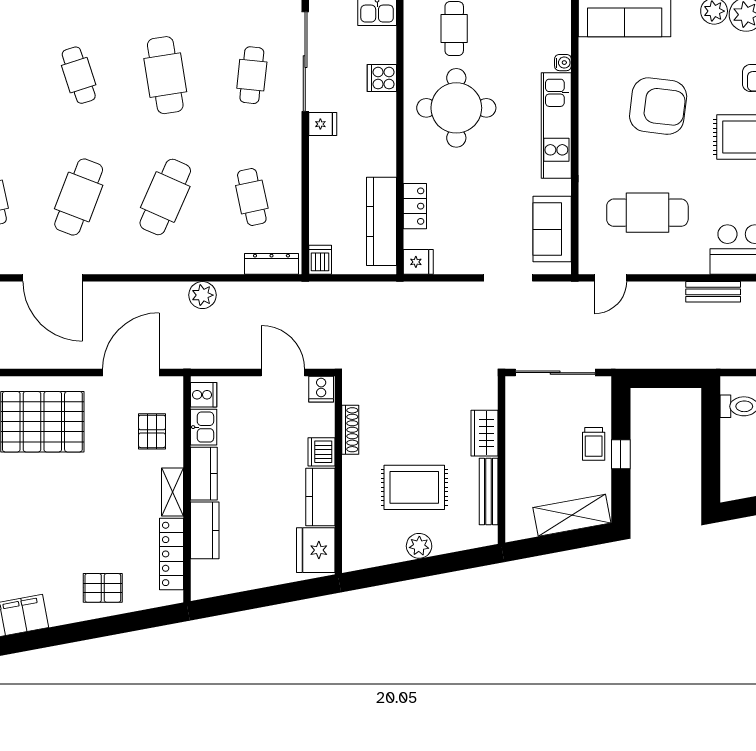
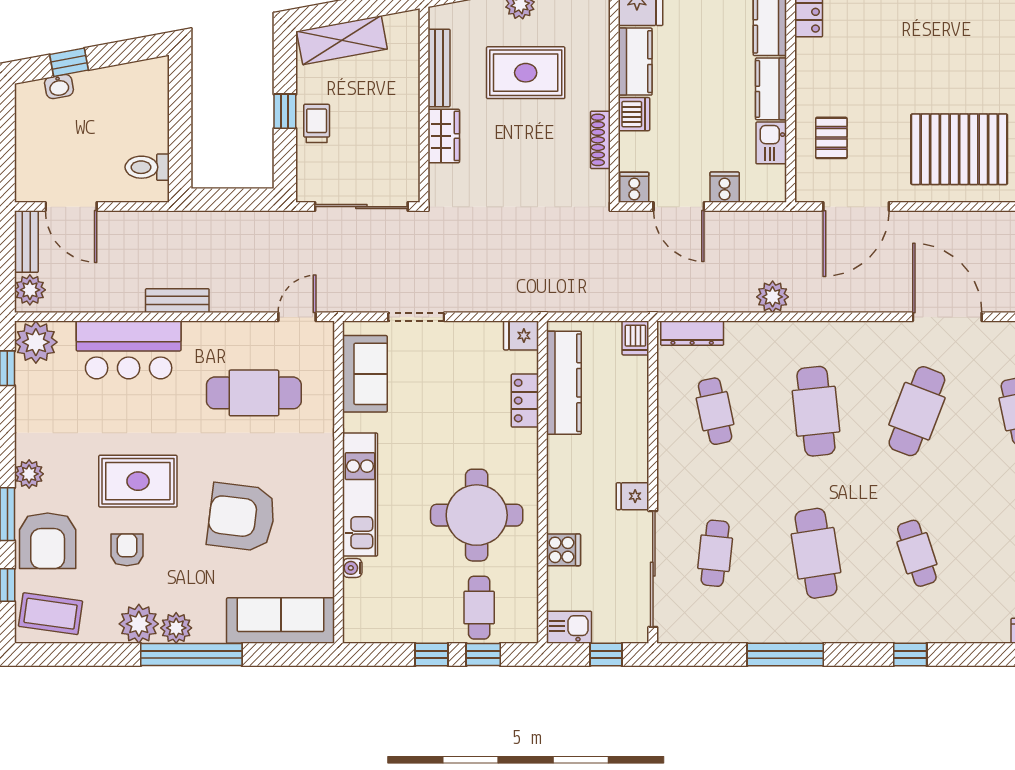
cafe table: (165, 197) -> (816, 411), turned -30
cooker: (204, 395) -> (725, 187), moved, turned 90
shelving: (173, 492) -> (807, 67), removed

